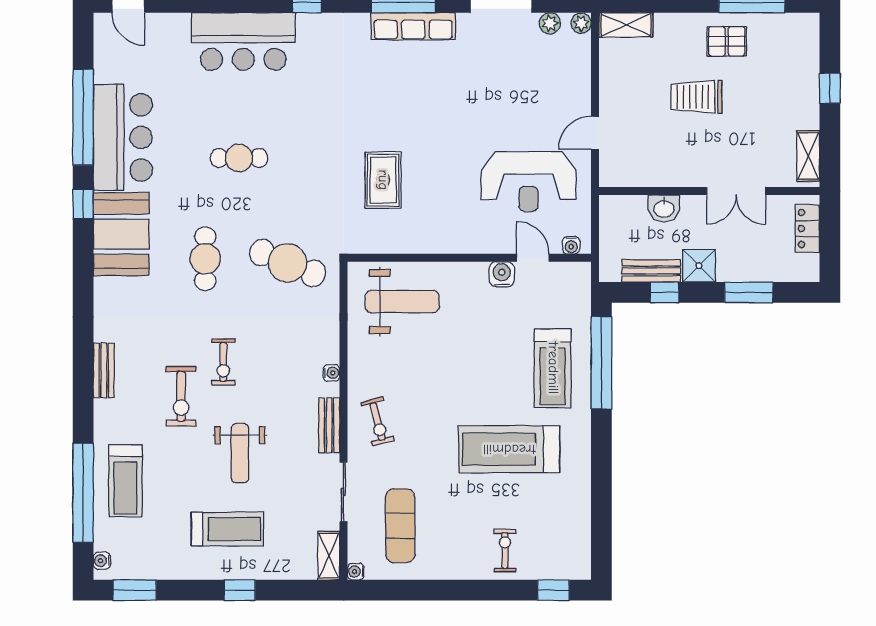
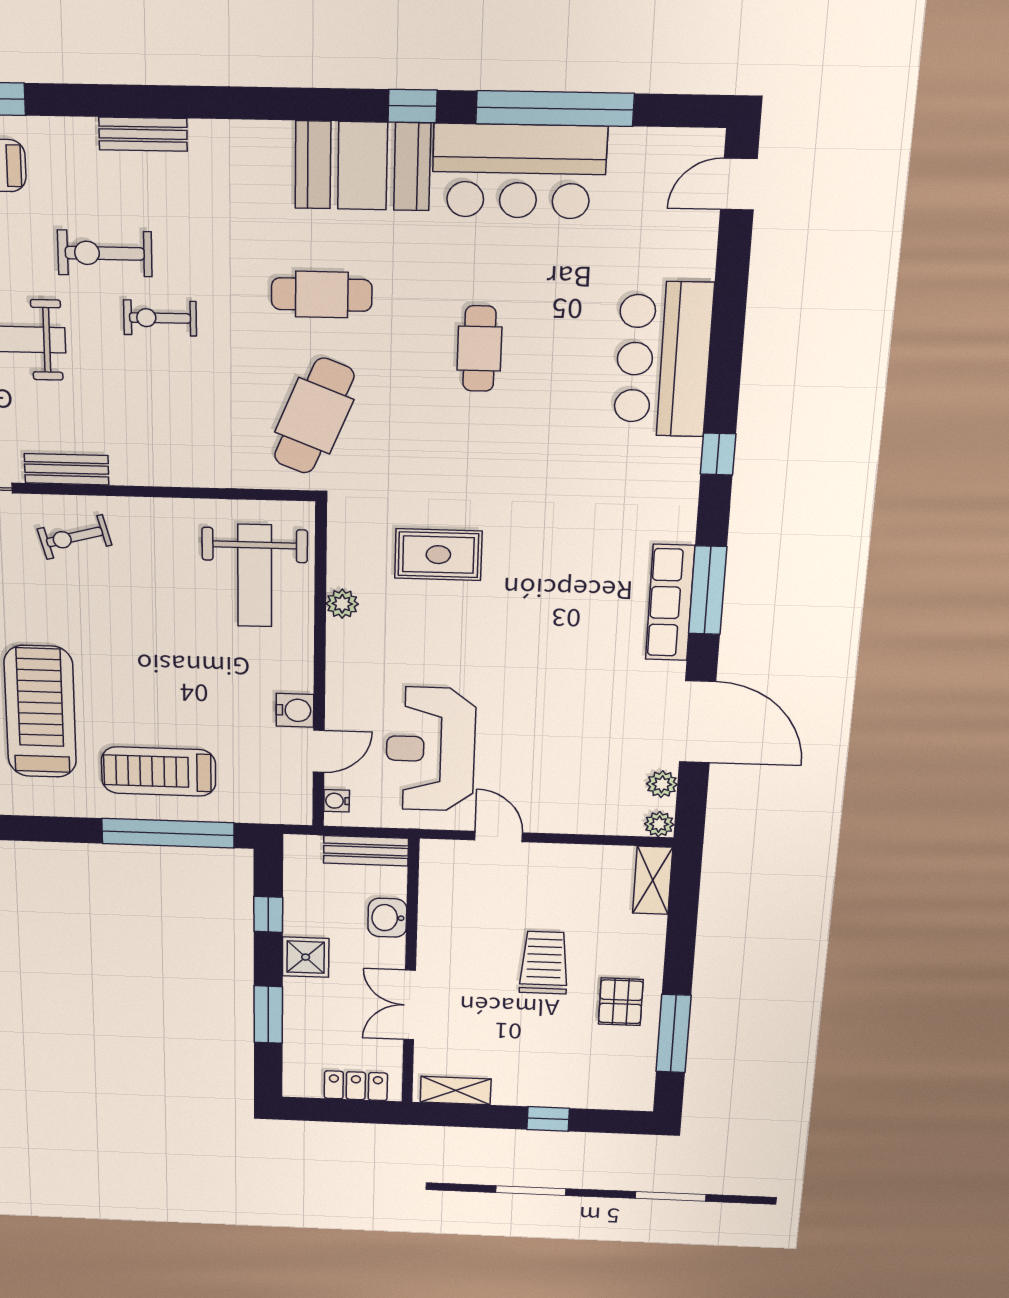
plant: (421, 243) -> (342, 604), added
bench: (651, 271) -> (366, 851), moved, turned 90
water cooler: (331, 373) -> (146, 474), removed

